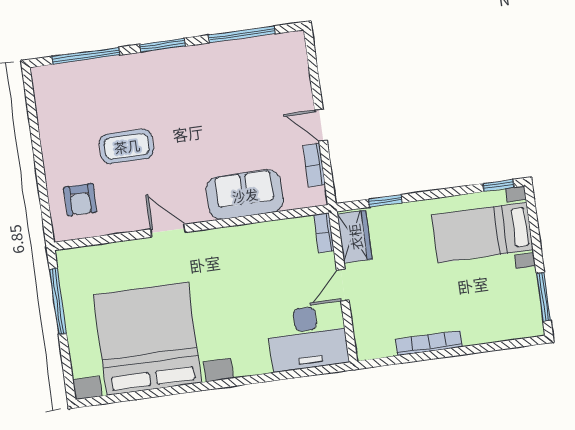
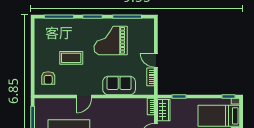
grand piano: (211, 94) -> (111, 40), added
door: (168, 231) -> (84, 97), swing flipped

